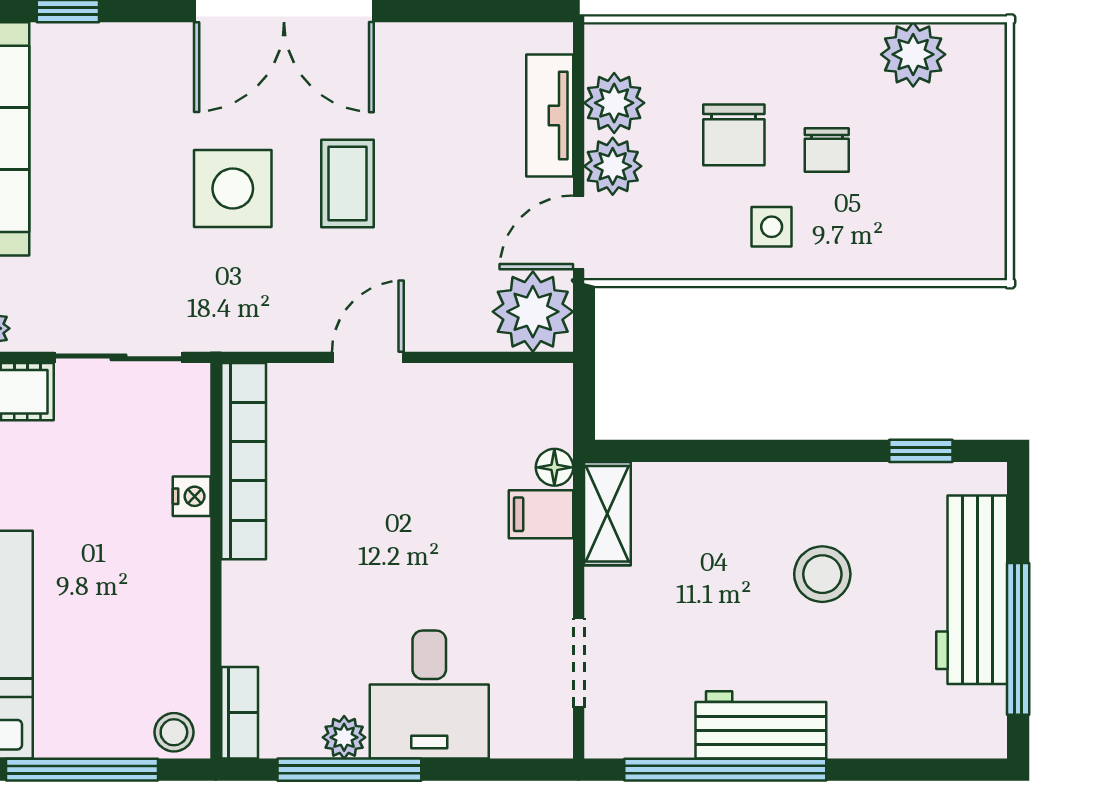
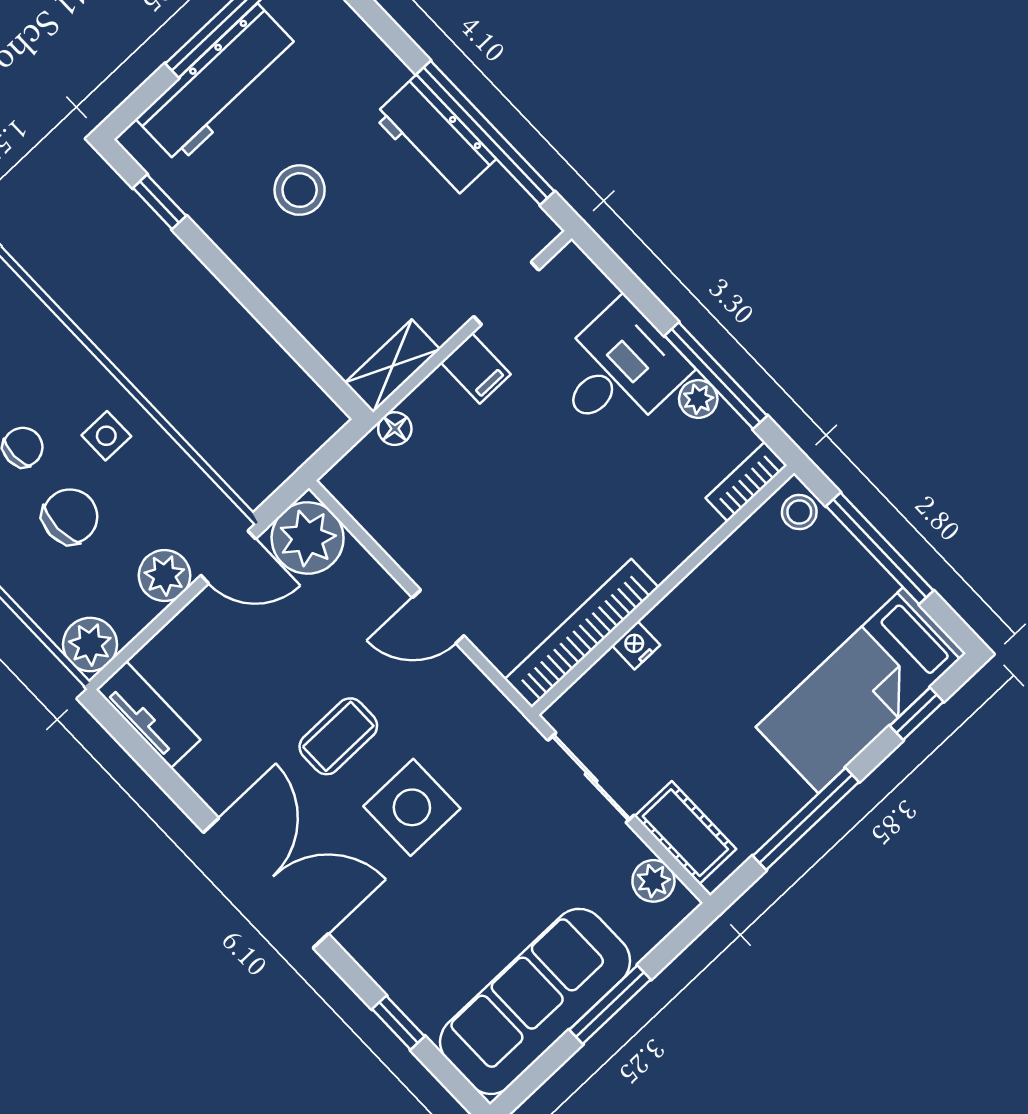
plant: (614, 103) -> (90, 644), moved
tv unit: (550, 116) -> (148, 715), moved, turned -90
filing cabinet: (541, 514) -> (476, 368), moved

